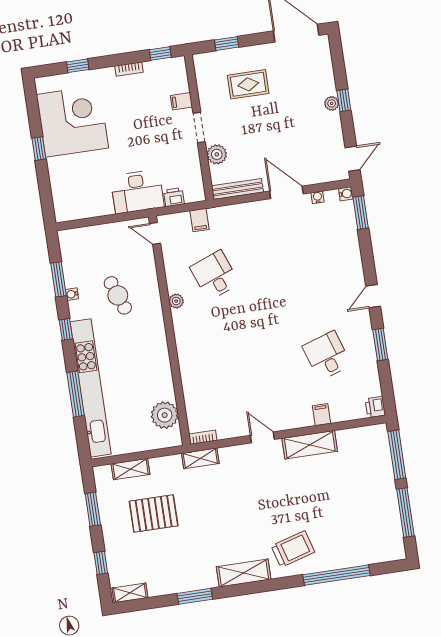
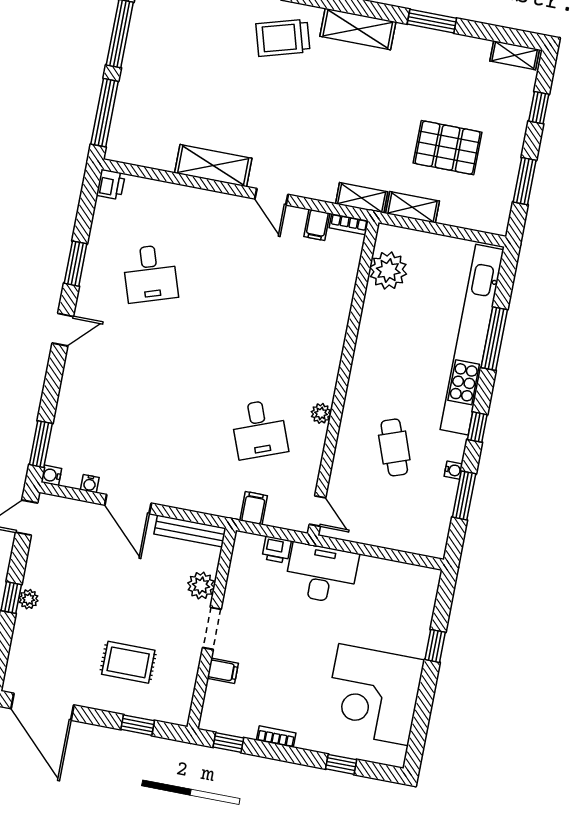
window: (39, 149) -> (435, 646), moved
filing cabinet: (322, 415) -> (317, 225), moved
shelving: (131, 469) -> (412, 207), moved

